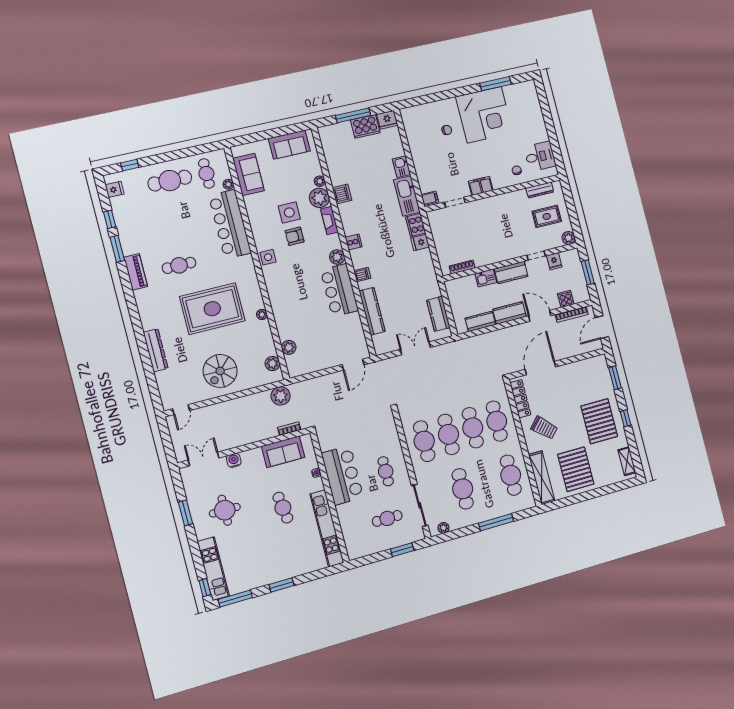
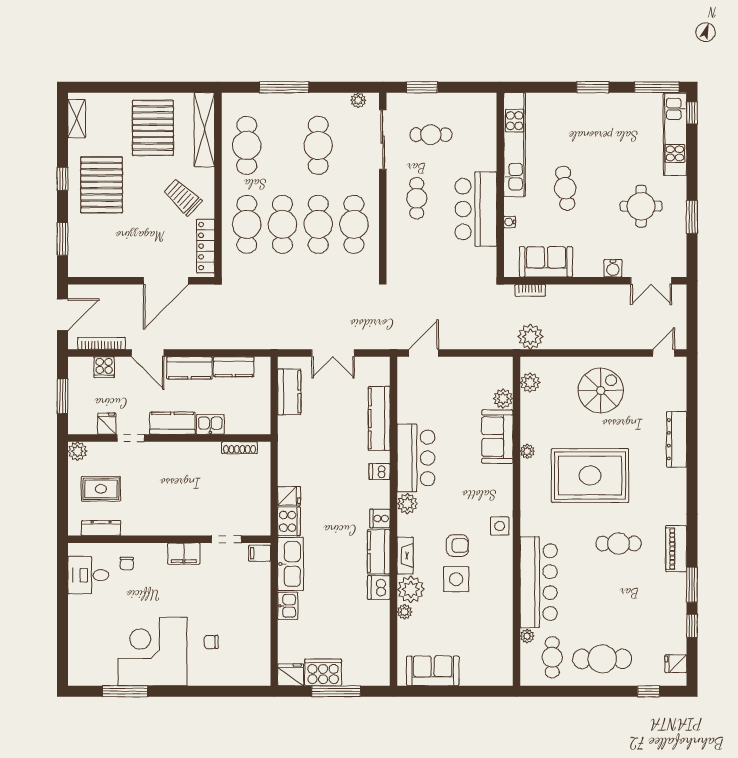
sofa: (248, 174) -> (497, 437), moved
kitchen counter: (348, 219) -> (379, 552), added

